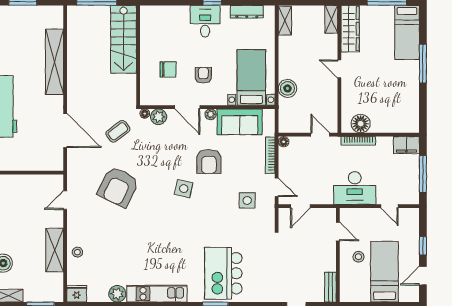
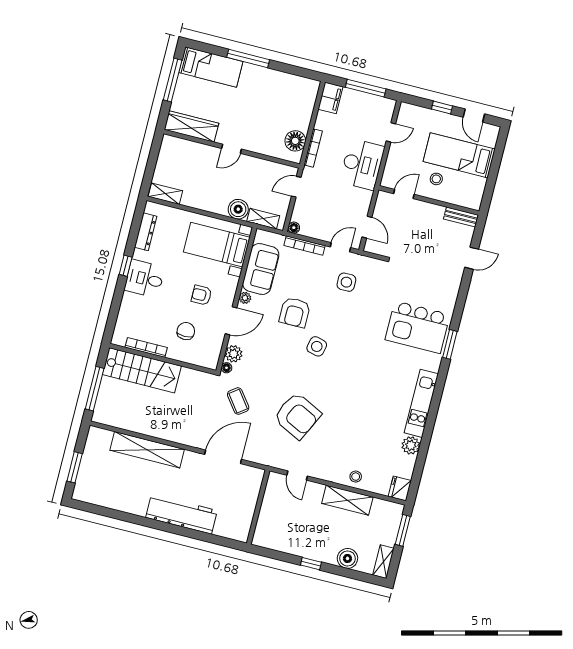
shelving: (331, 19) -> (263, 219), moved
bookcase: (145, 38) -> (146, 347), added
armchair: (209, 162) -> (295, 312), turned 90

